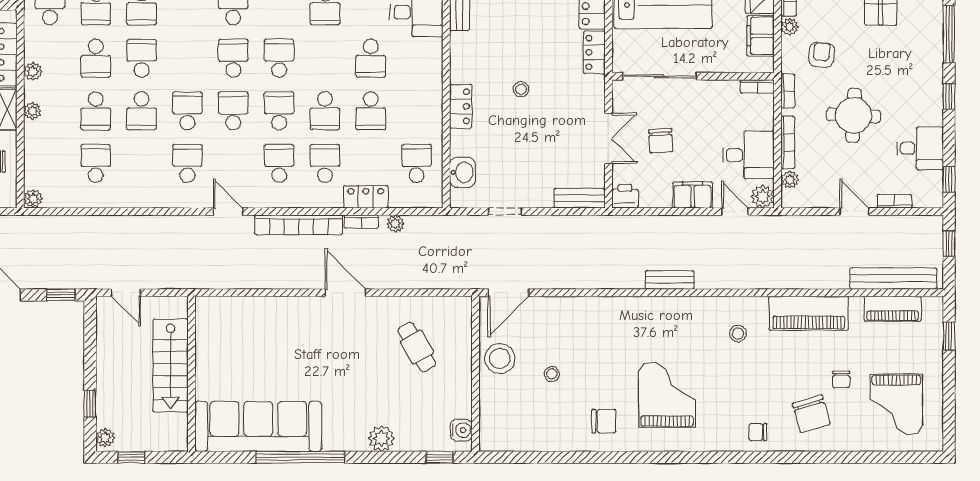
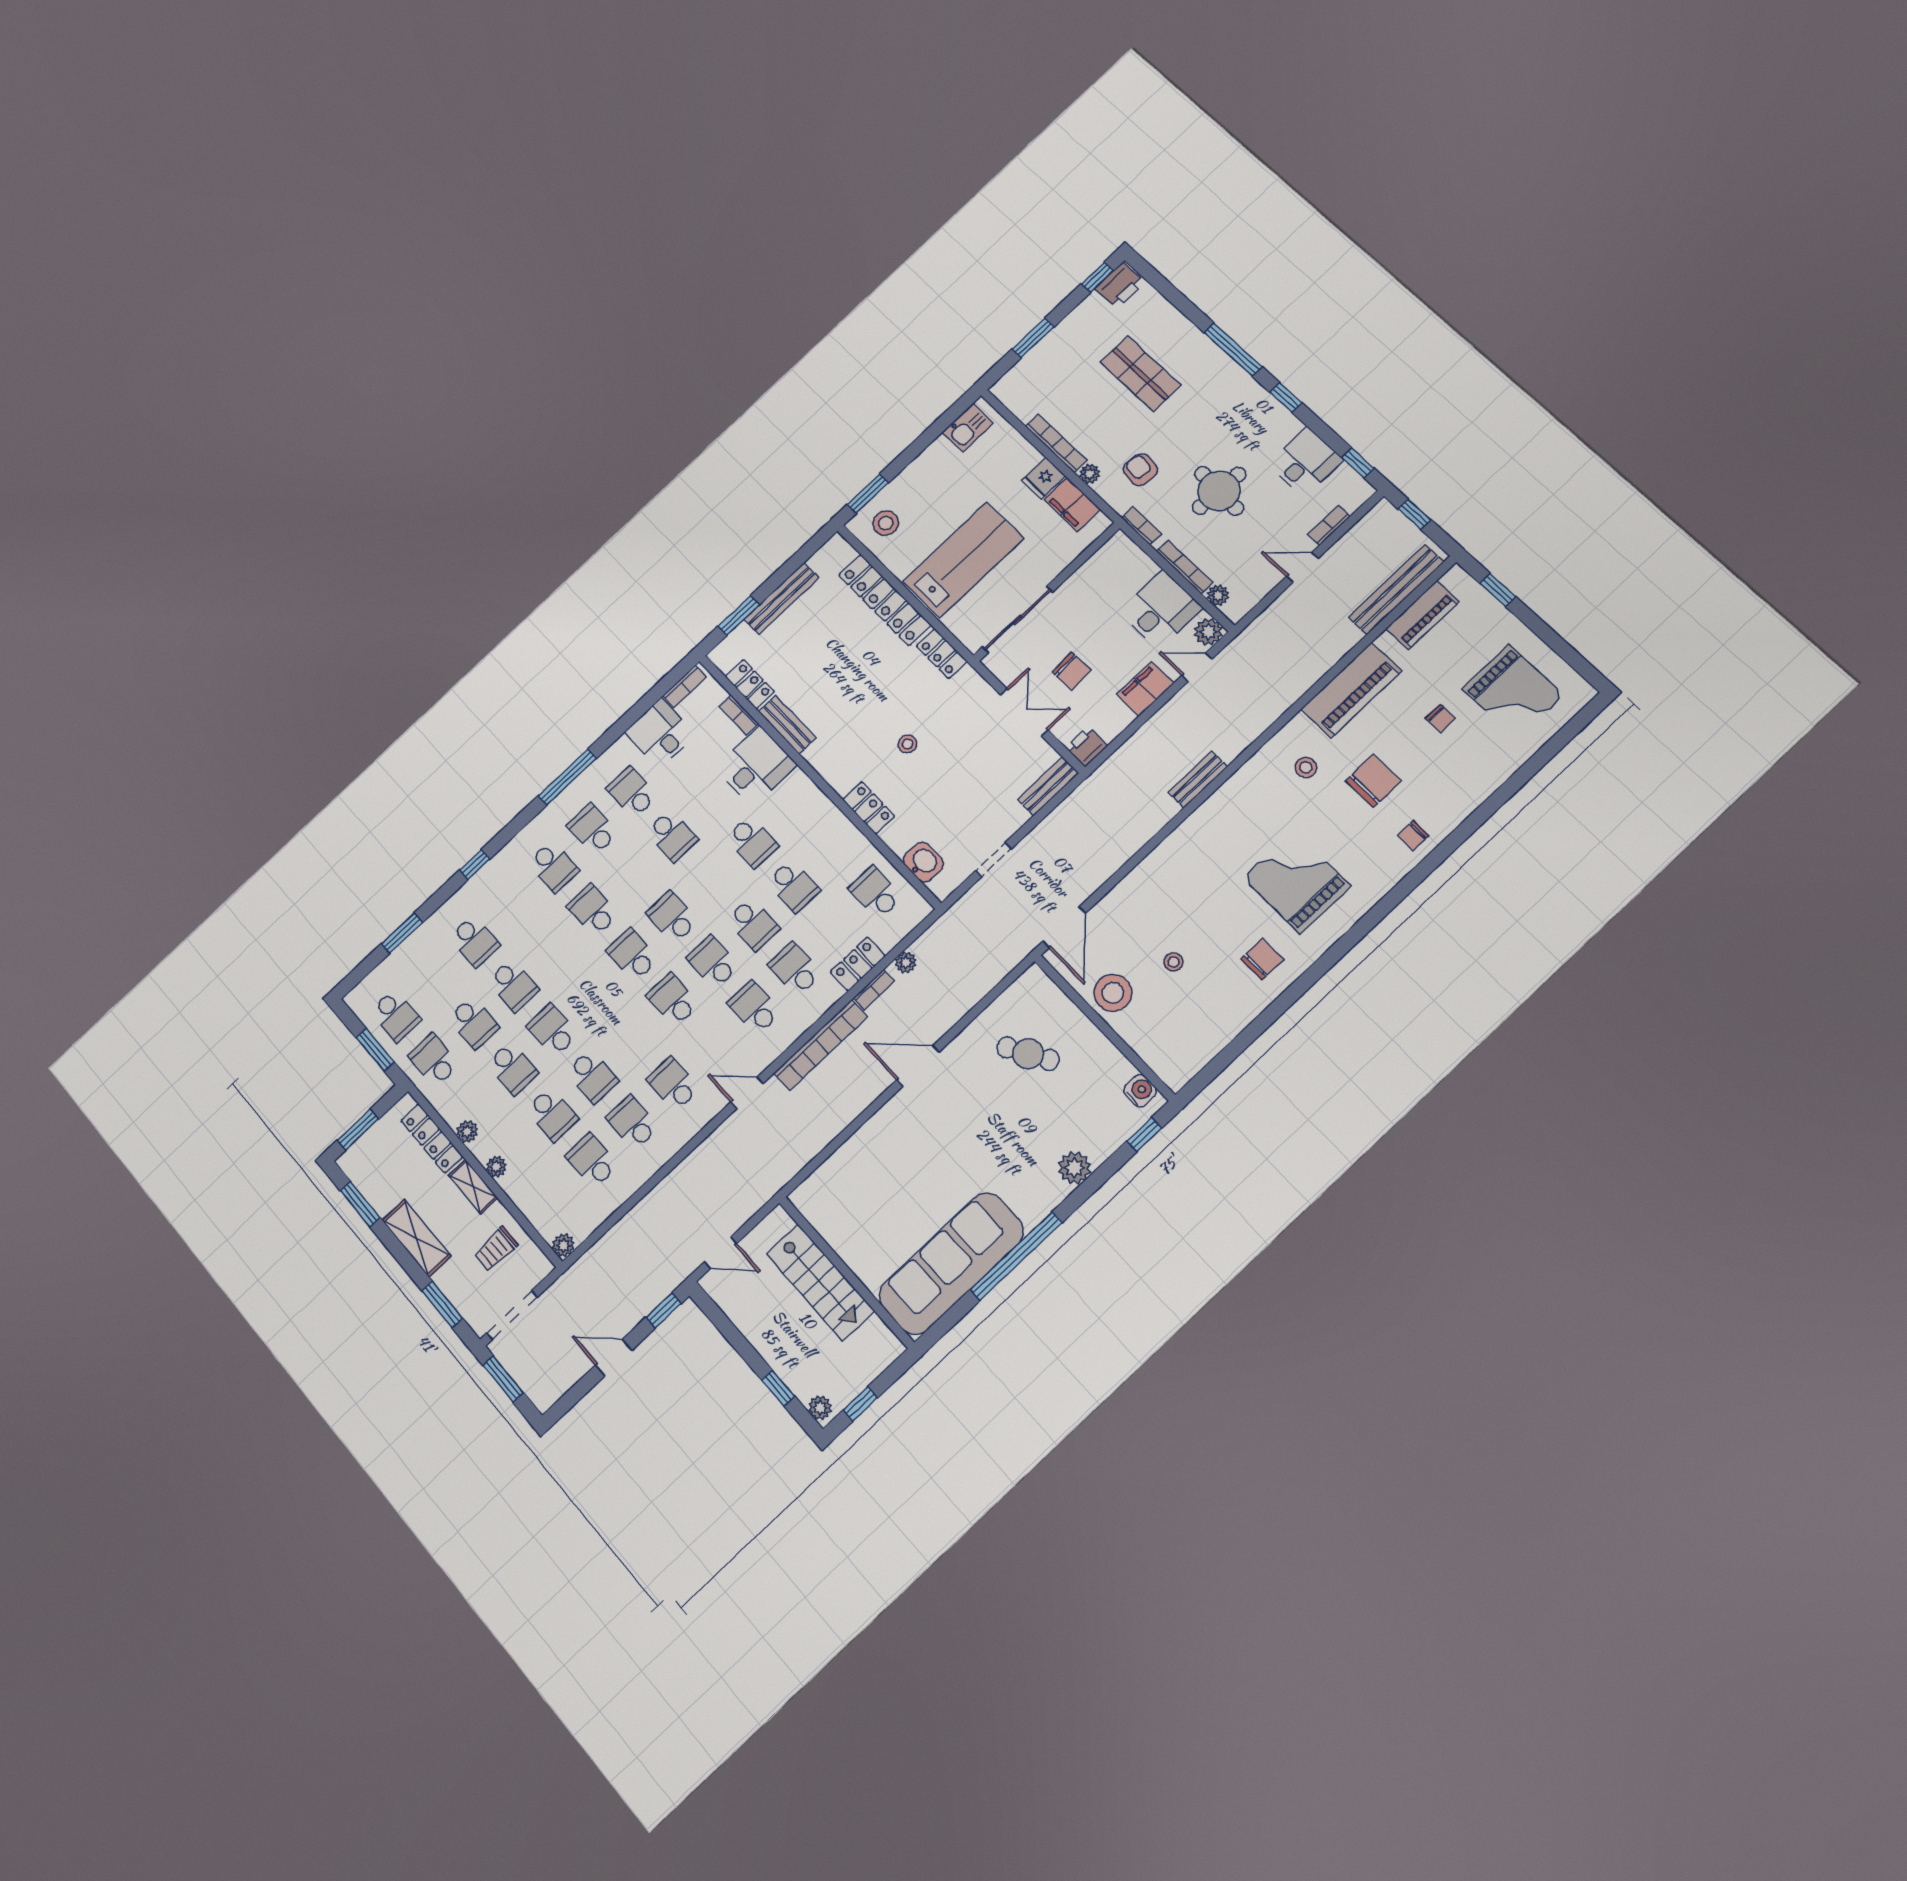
bookcase: (757, 86) -> (1111, 547), removed
school desk: (187, 111) -> (633, 1122), moved
chair: (811, 414) -> (1373, 781), moved, turned -74

